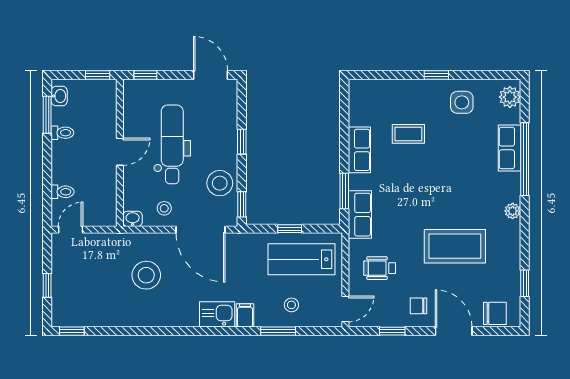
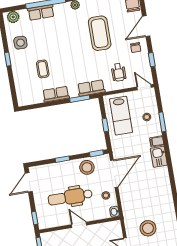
stool: (146, 275) -> (148, 228), moved

